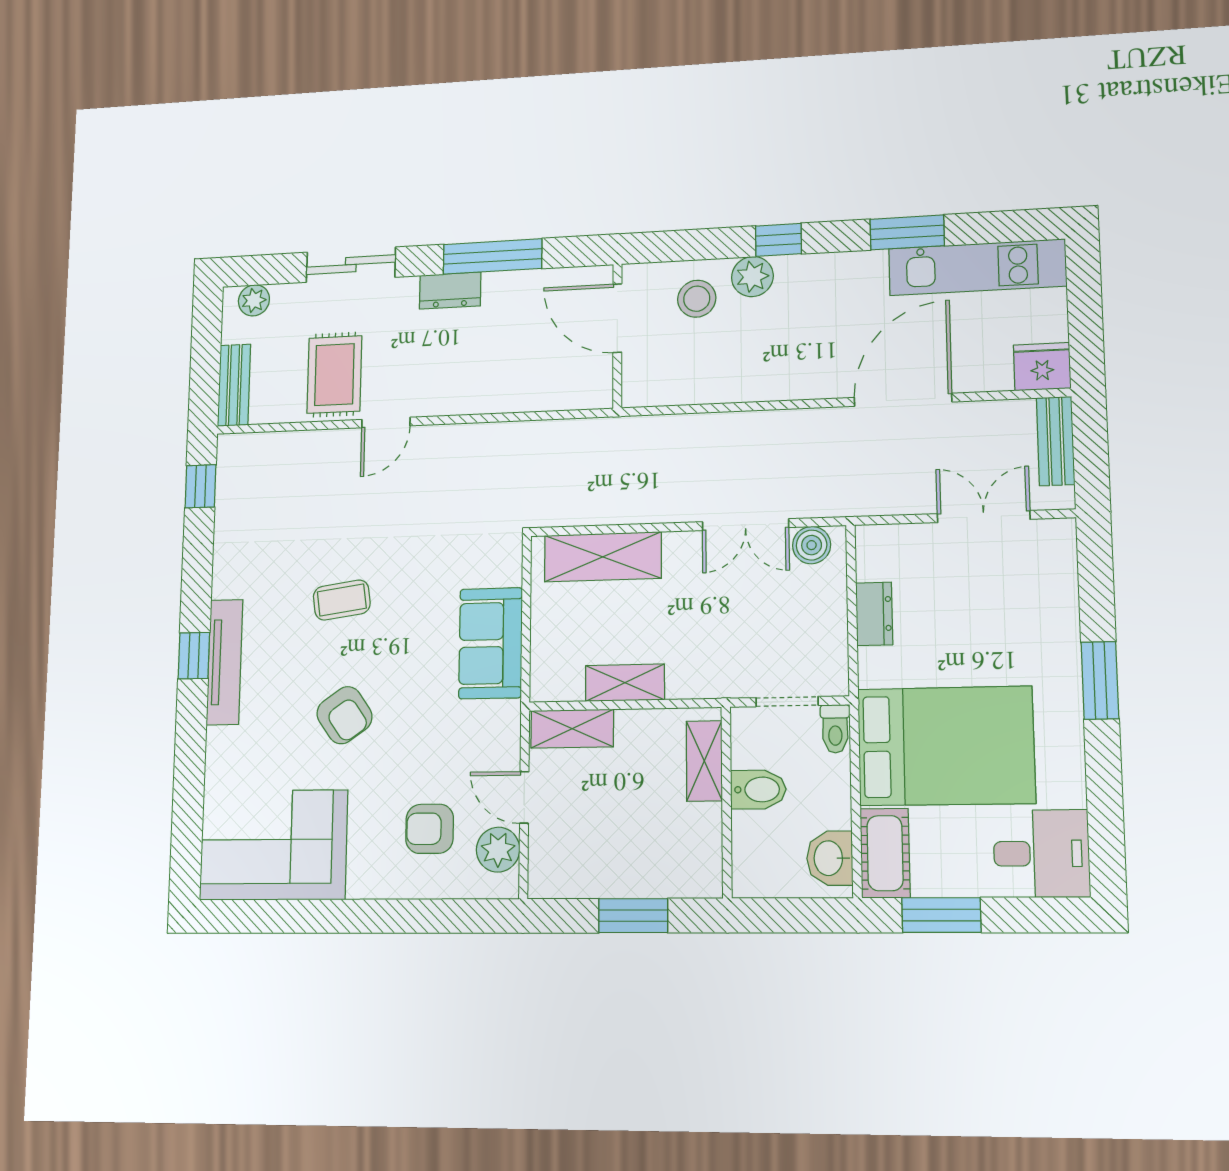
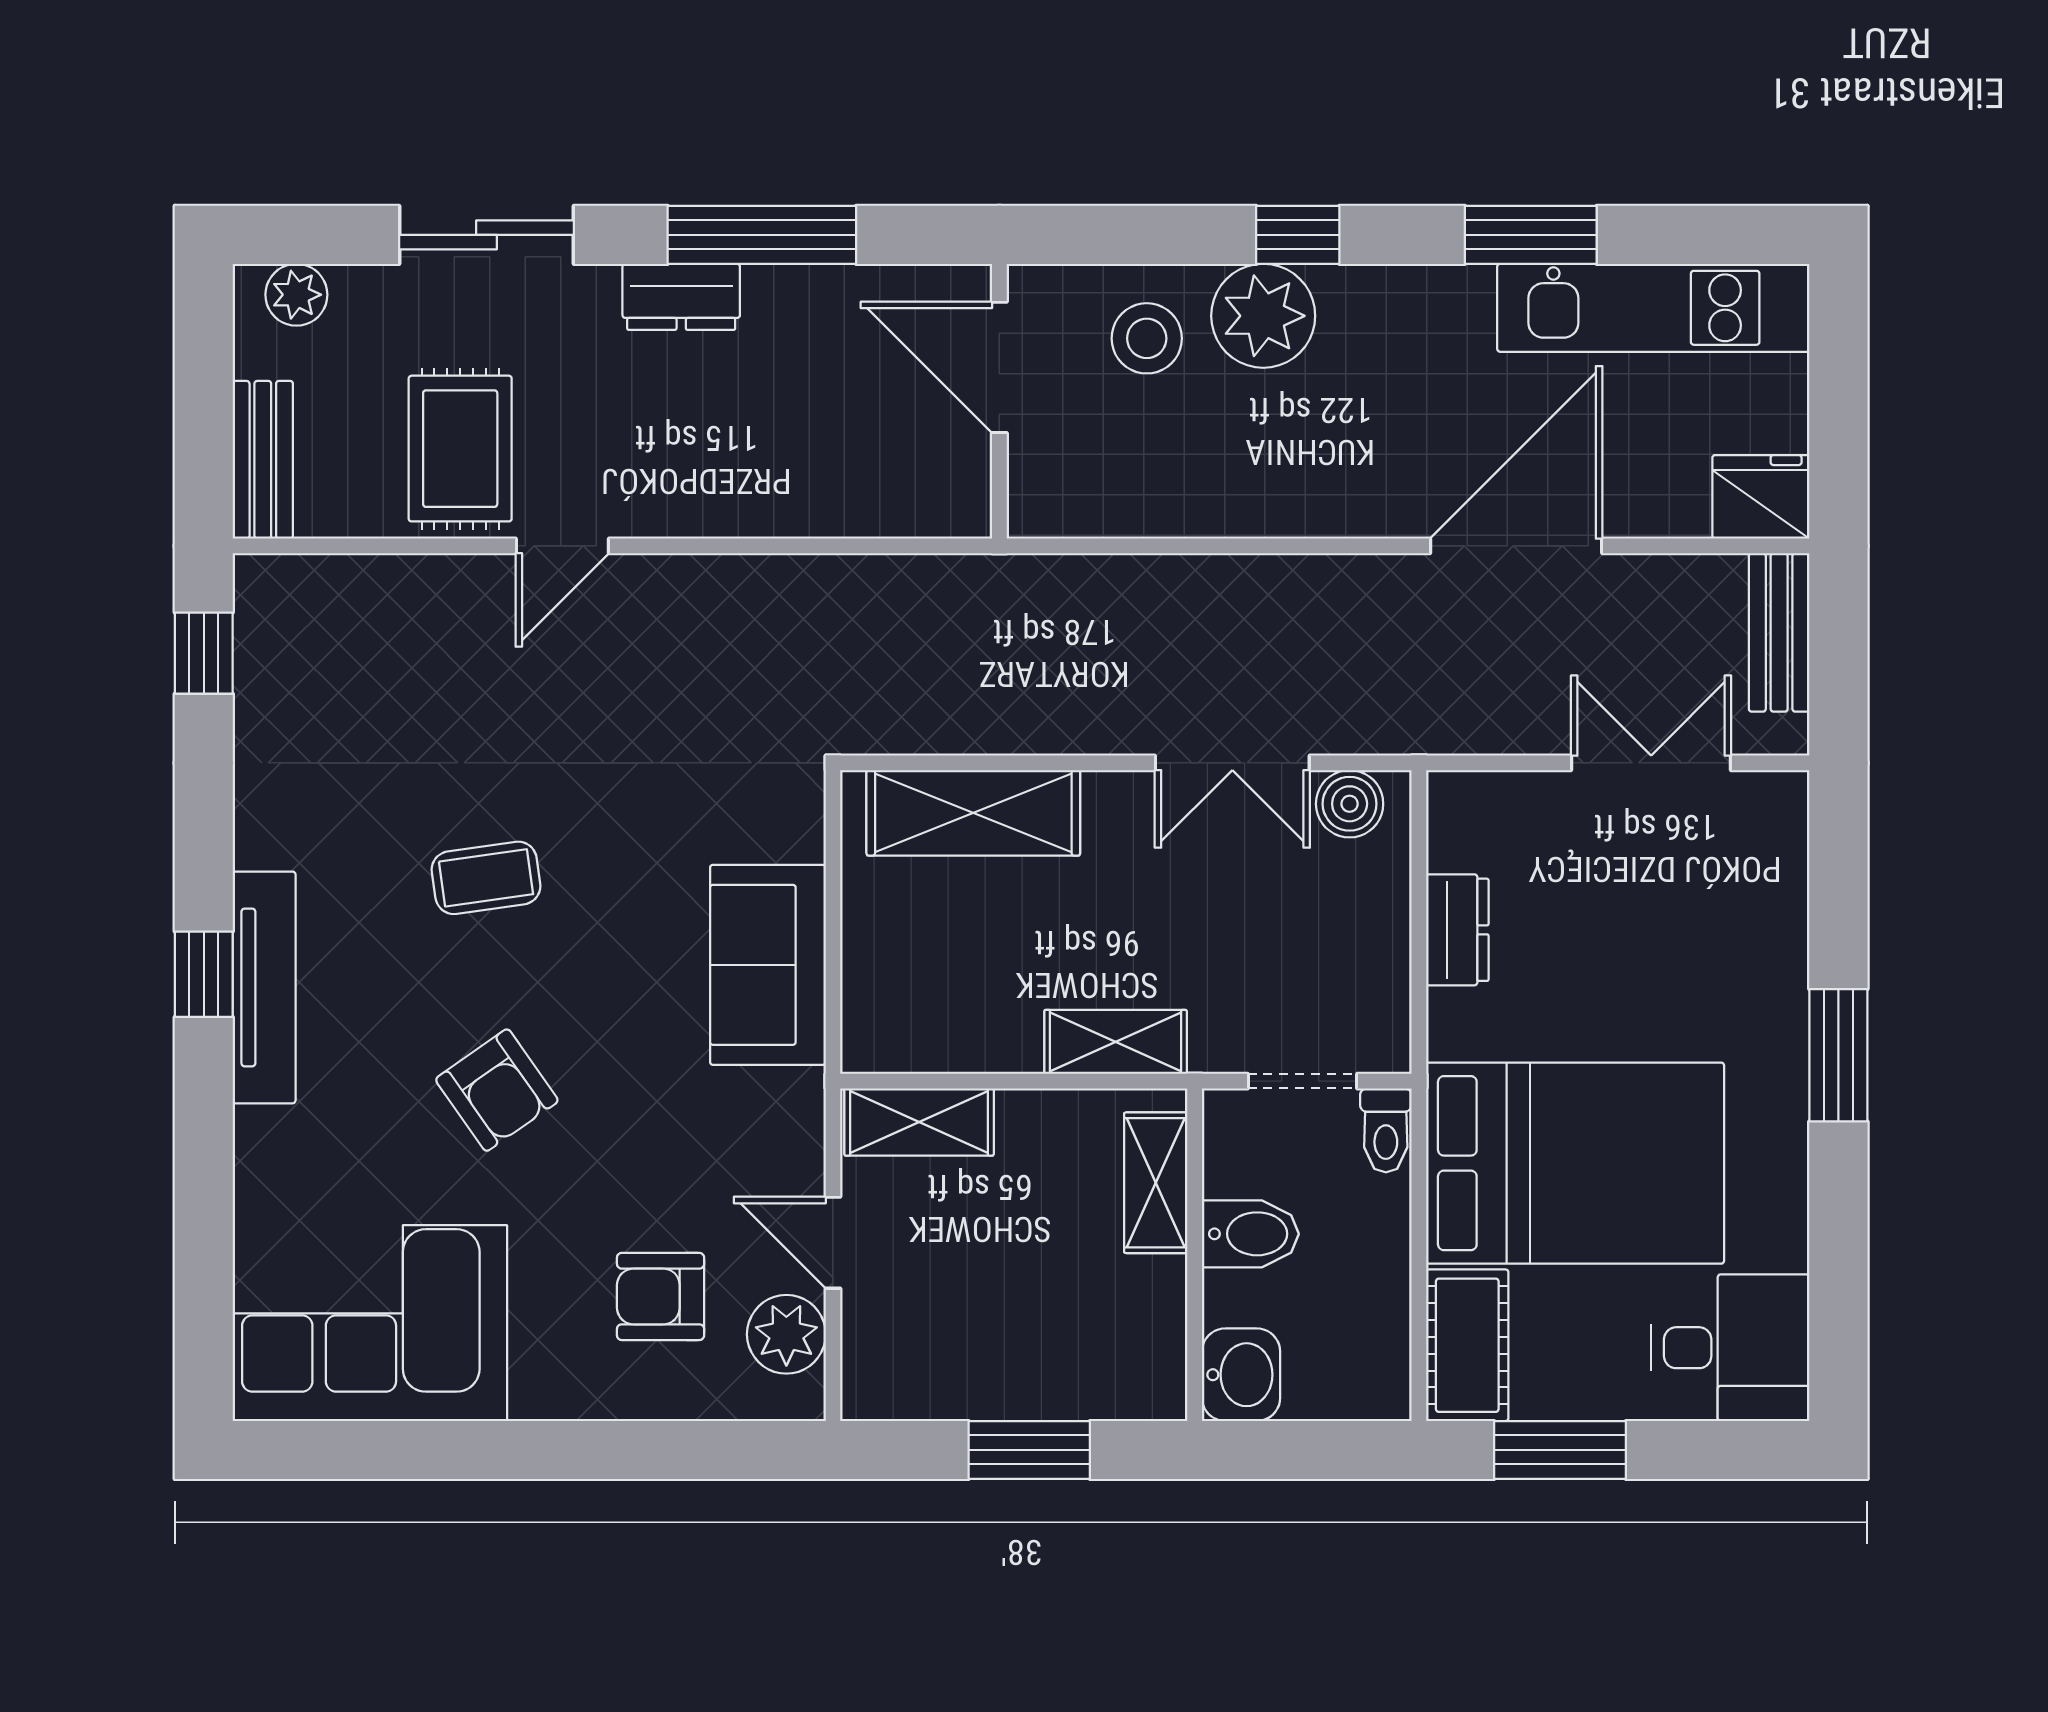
plant: (752, 277) -> (1263, 316), width x1.36, depth x1.36
shelving: (625, 683) -> (1116, 1042), moved
washbasin: (830, 858) -> (1241, 1375), moved, turned 180

